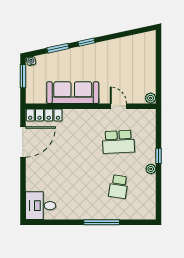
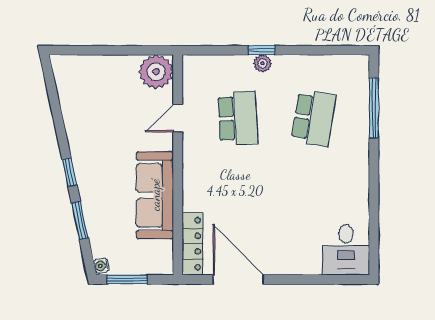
plant: (151, 98) -> (156, 72), width x1.87, depth x1.87
plant: (151, 169) -> (263, 63), moved
school desk: (118, 187) -> (314, 118), width x1.85
window: (102, 222) -> (374, 108), moved

